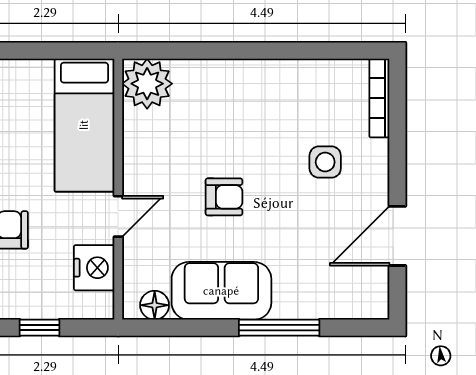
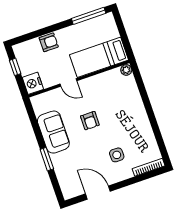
plant: (147, 84) -> (126, 70), width x0.53, depth x0.53
nightstand: (94, 268) -> (33, 83), moved, turned 90
floor lamp: (155, 305) -> (39, 108), removed
window: (279, 328) -> (47, 159), width x0.69

